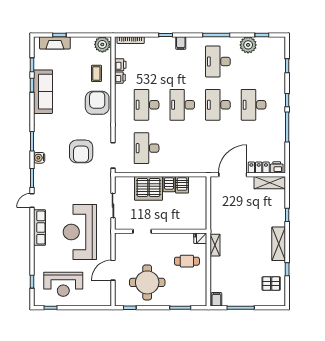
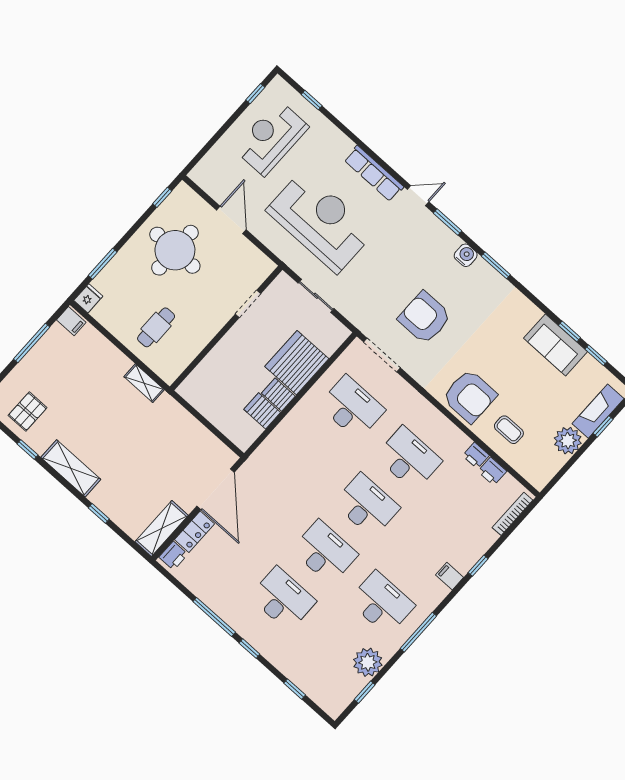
plant: (102, 44) -> (568, 441), moved
sofa: (43, 92) -> (556, 345), width x0.73
door: (32, 200) -> (418, 196), hinge flipped
fridge: (200, 238) -> (88, 298), moved

